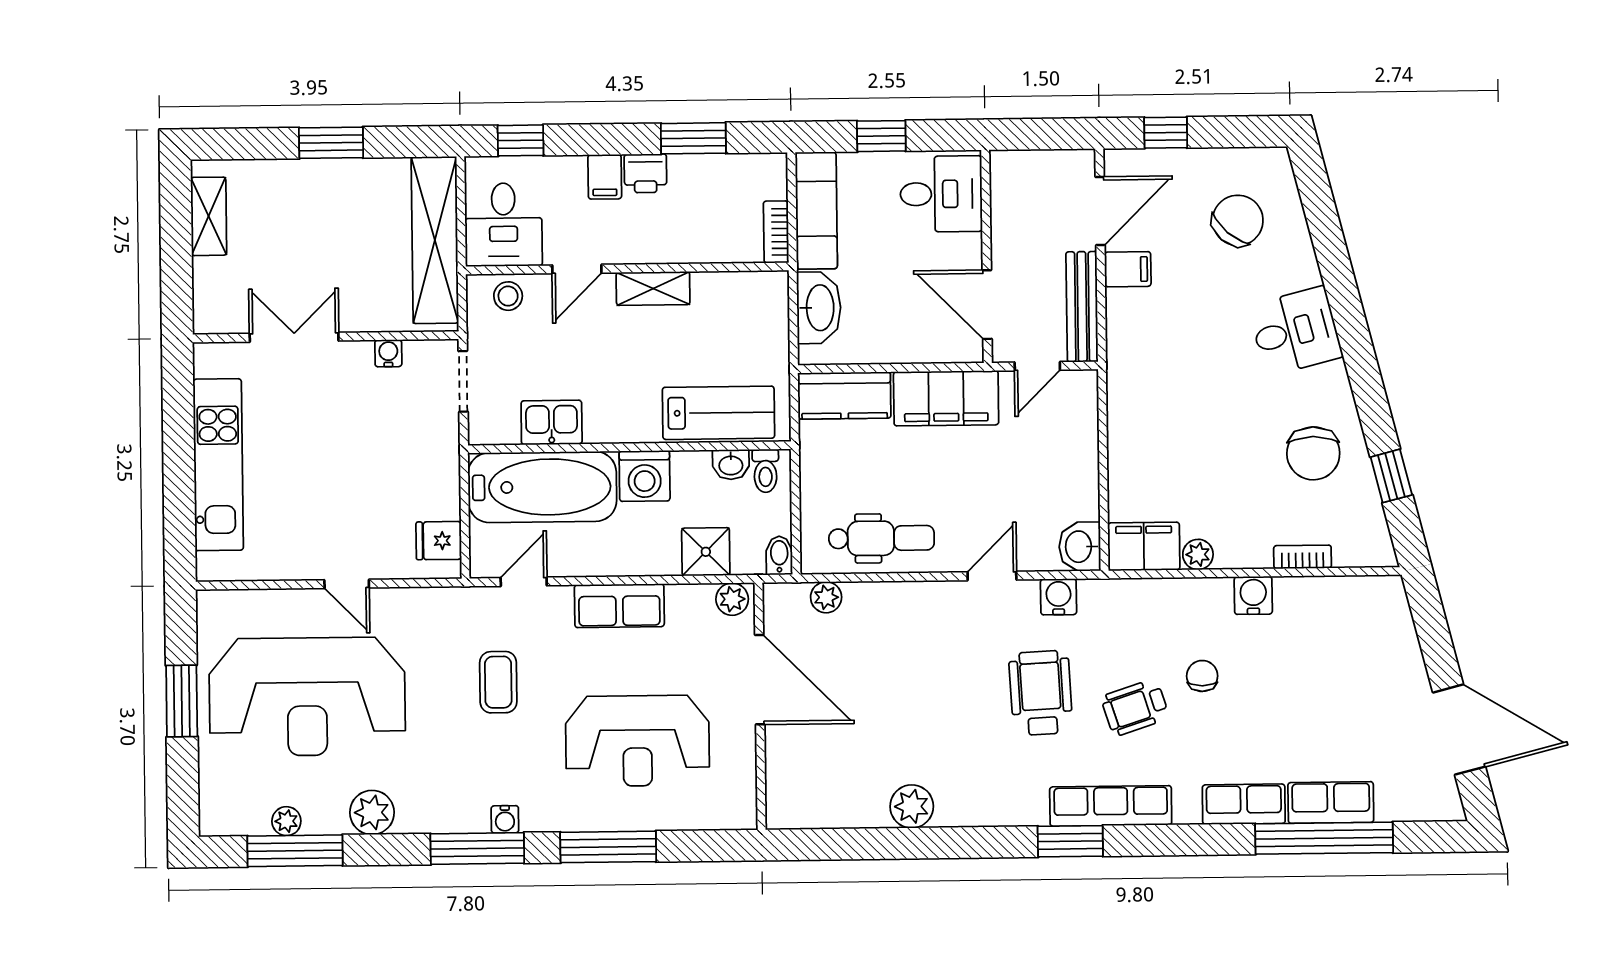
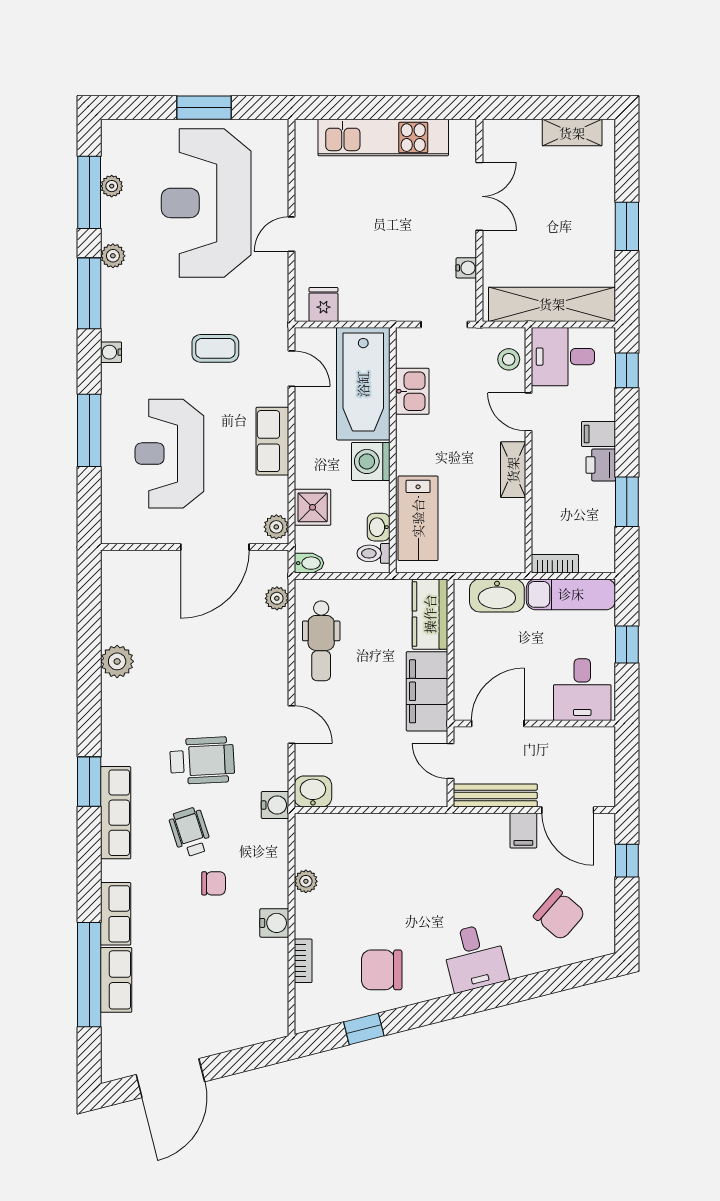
filing cabinet: (1144, 546) -> (313, 840), removed
water cooler: (1059, 597) -> (275, 805), moved
plant: (372, 812) -> (113, 256), width x0.73, depth x0.73
window: (477, 849) -> (89, 293), moved

